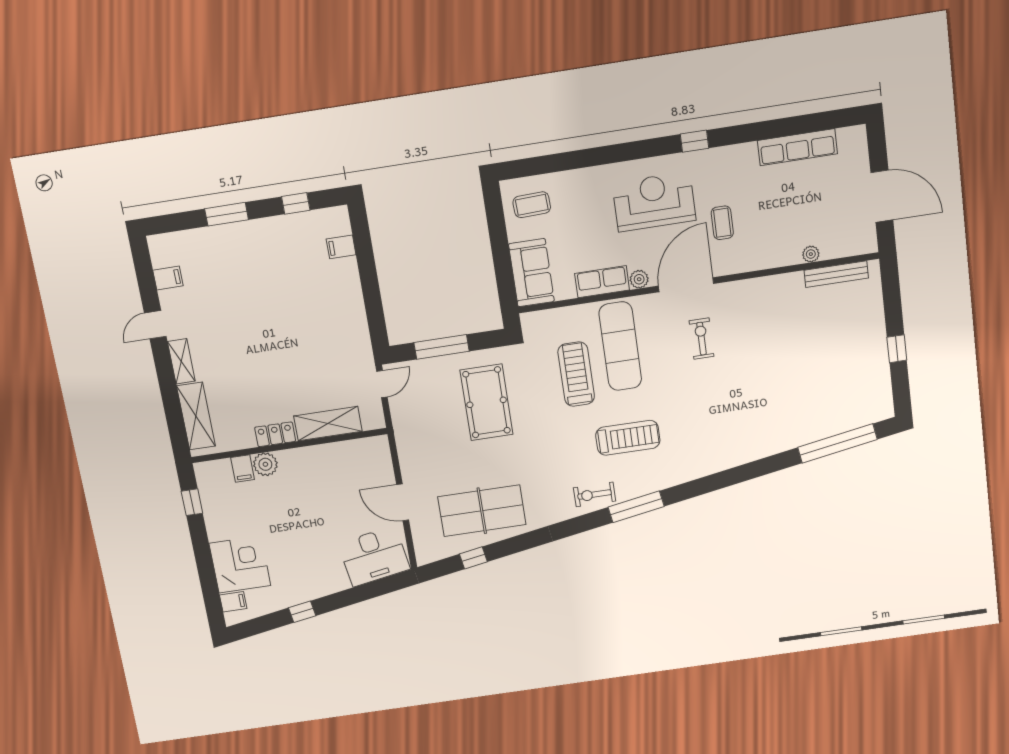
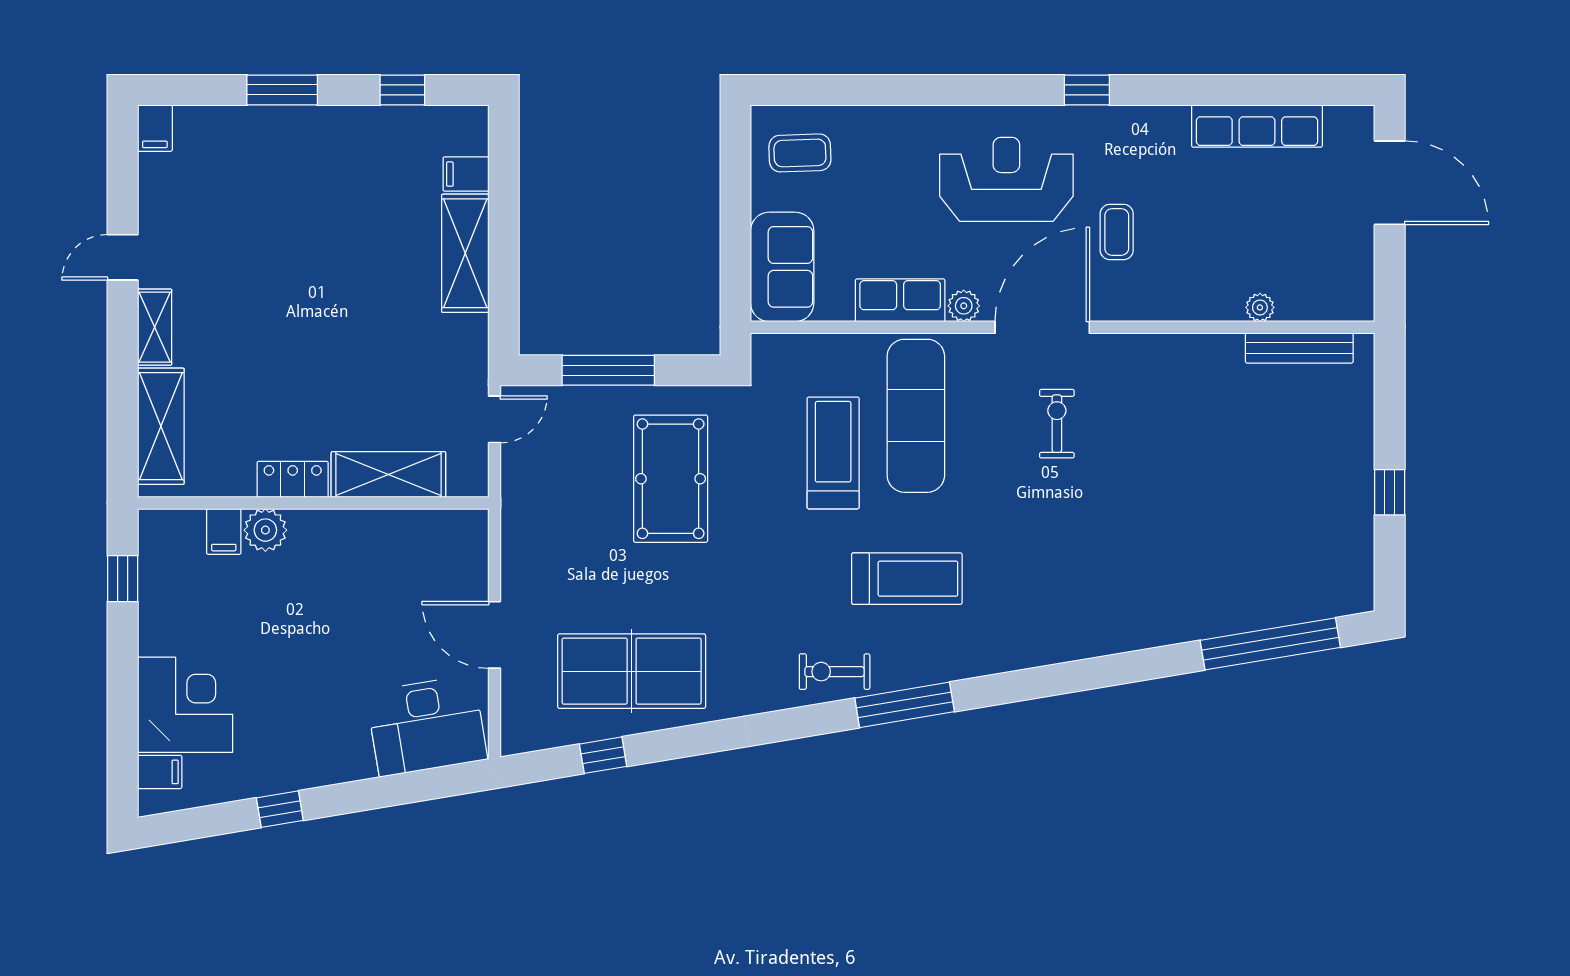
door: (882, 196) -> (1390, 183), moved
filing cabinet: (168, 278) -> (155, 128), moved, turned 90
shelving: (349, 293) -> (465, 253), added

